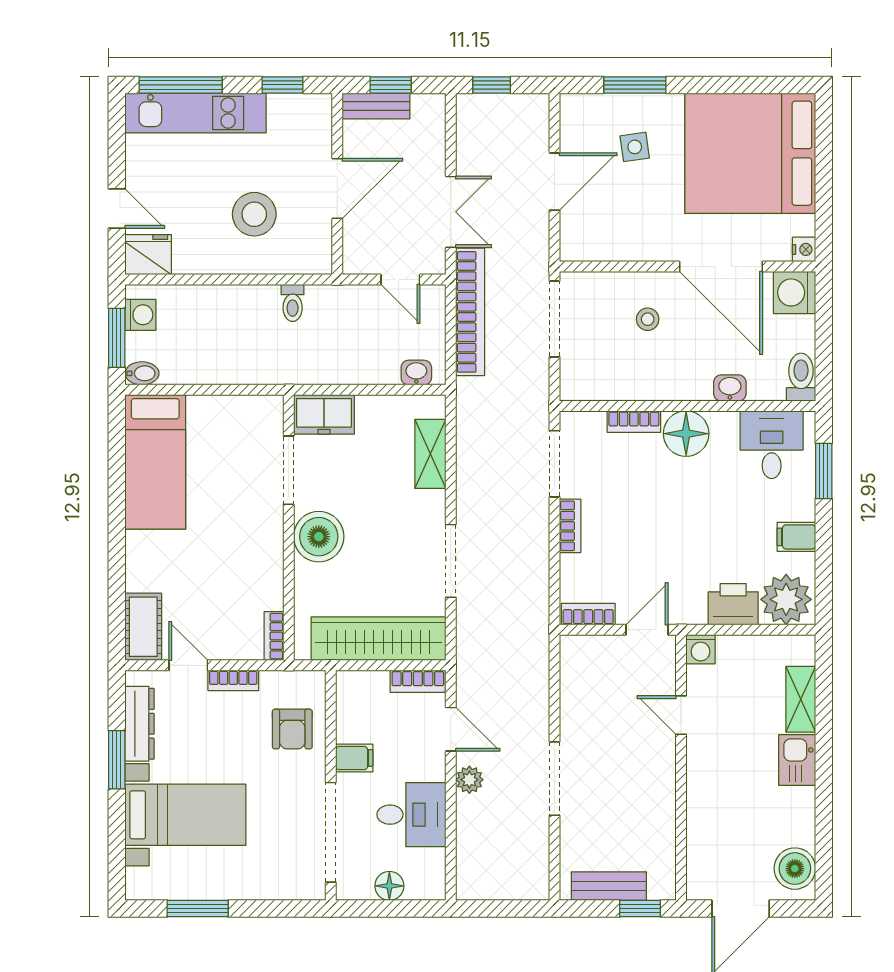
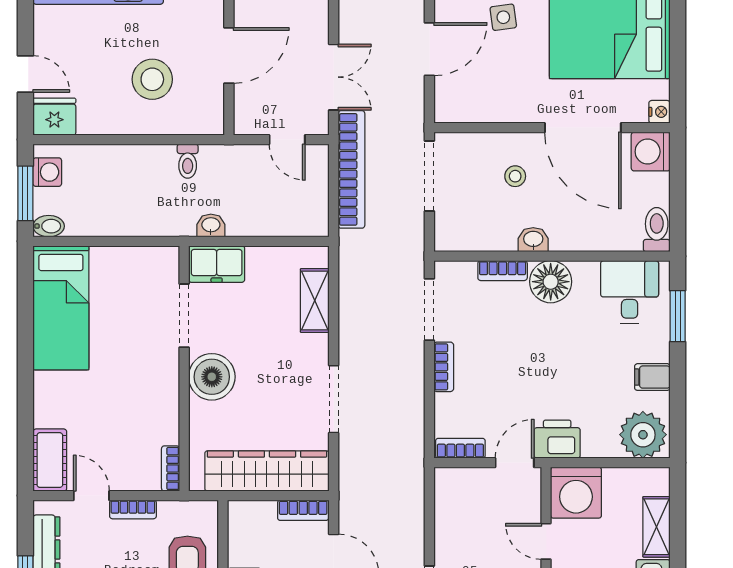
washbasin: (416, 373) -> (211, 225), moved
washbasin: (730, 388) -> (533, 240), moved
printer: (733, 604) -> (557, 439), moved
washing machine: (701, 649) -> (576, 493), width x1.89, depth x1.89

